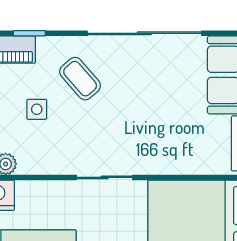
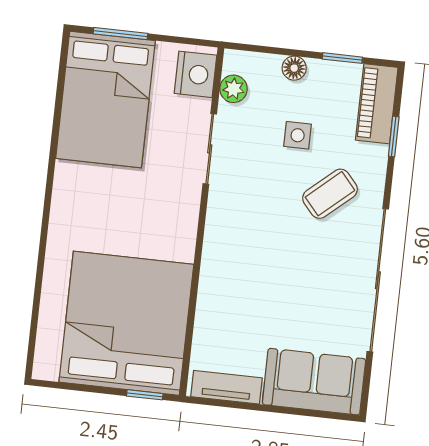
sliding door: (105, 177) -> (210, 149), moved

